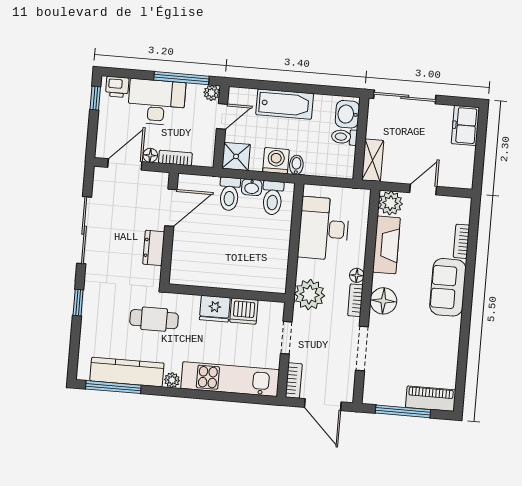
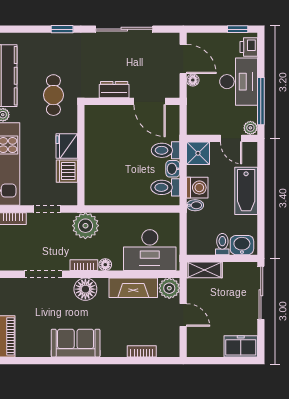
bookcase: (175, 158) -> (192, 102), removed
desk: (324, 229) -> (150, 250), moved, turned 180
sofa: (448, 287) -> (76, 343), moved

